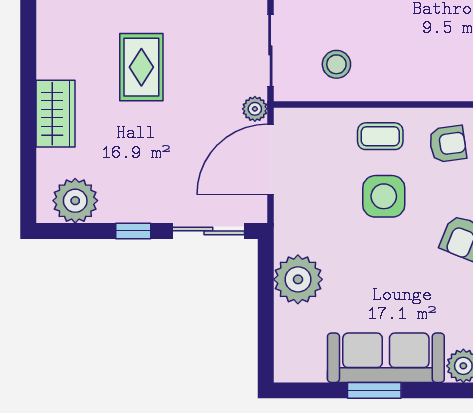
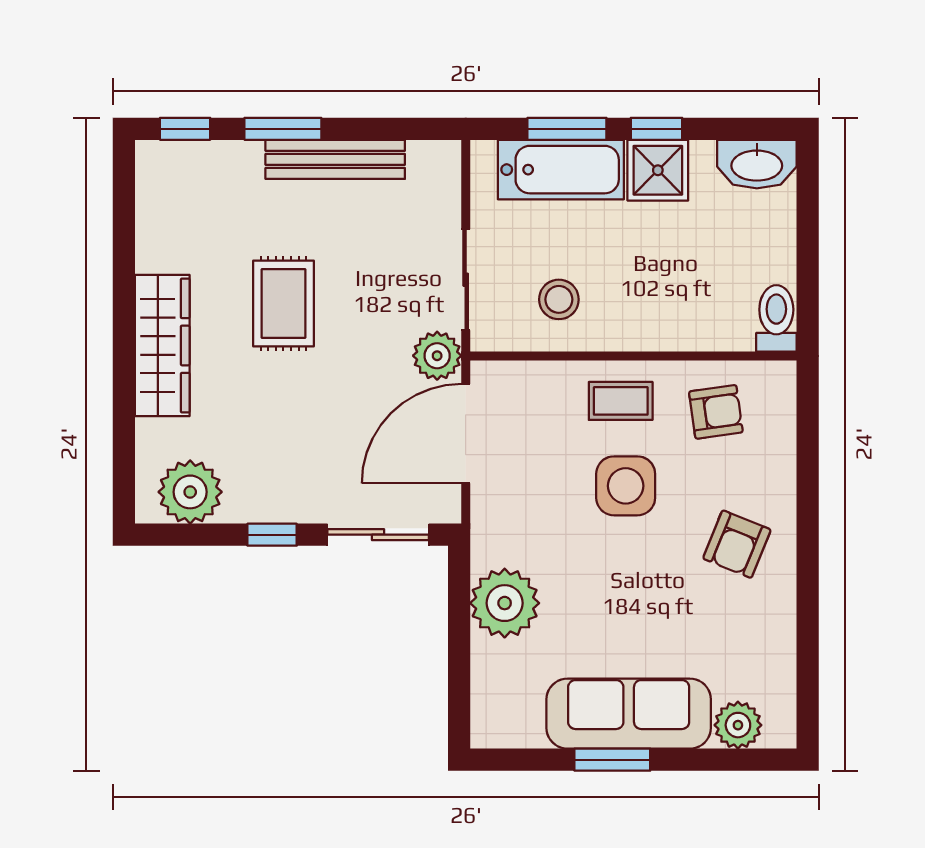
plant: (255, 109) -> (437, 356), width x1.38, depth x1.38
wardrobe: (55, 114) -> (162, 345), width x1.50

